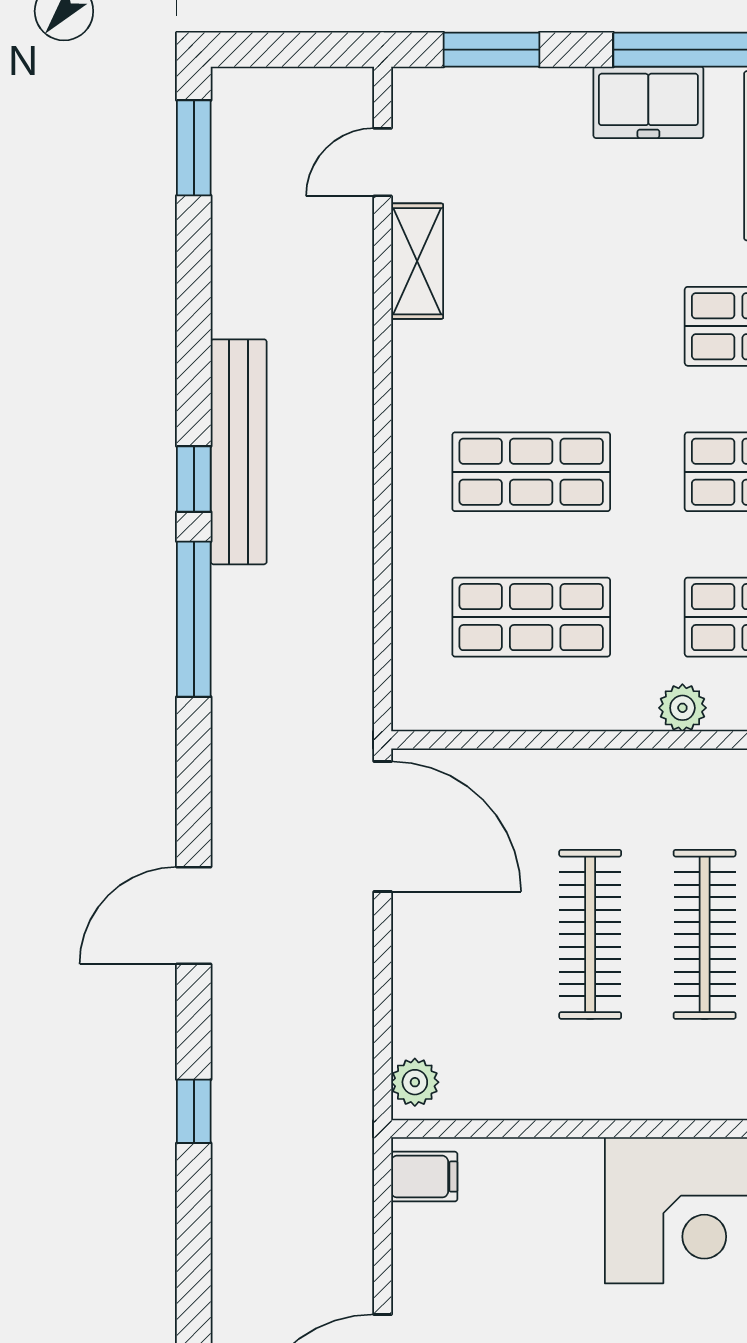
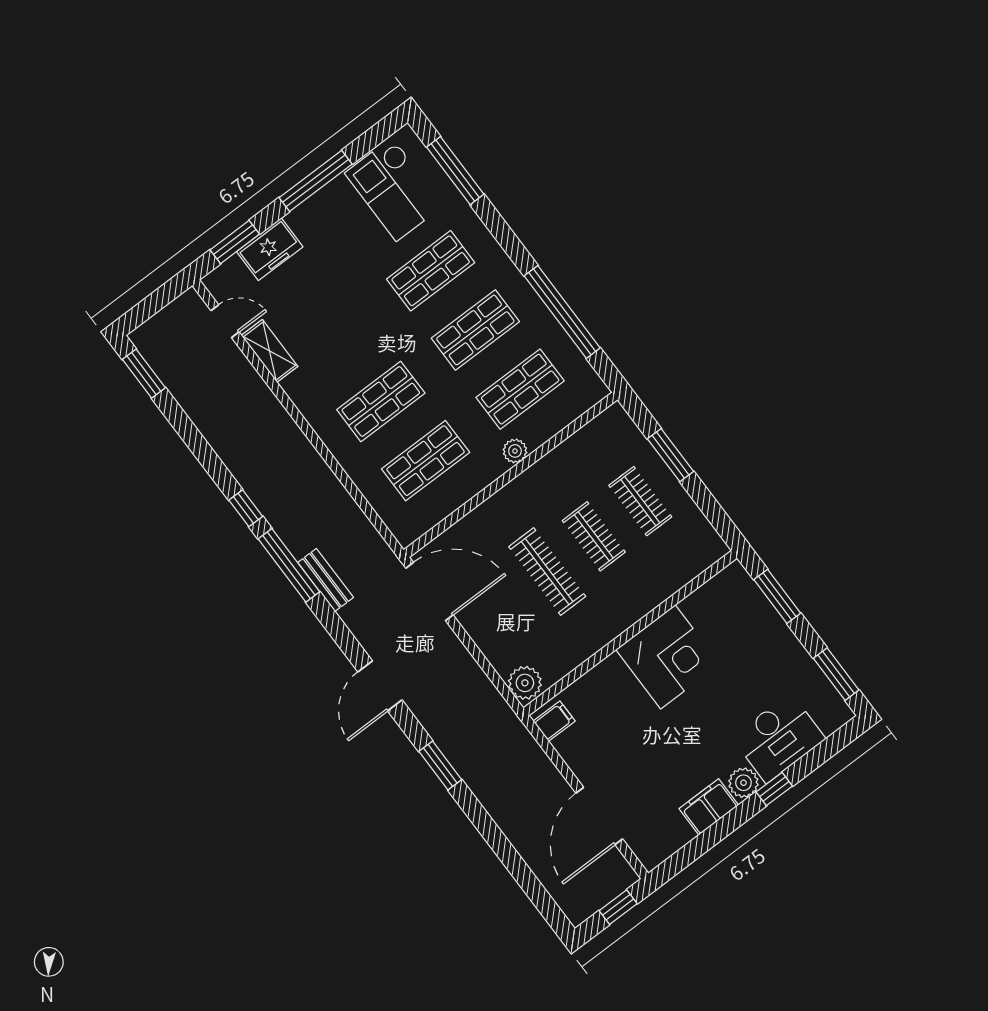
freezer: (648, 102) -> (270, 249), moved
door: (383, 162) -> (225, 321), swing flipped
bench: (239, 452) -> (326, 580), moved, width x0.54, depth x0.82
clothes rail: (705, 934) -> (594, 536), width x0.73
plant: (415, 1082) -> (525, 683), width x1.38, depth x1.38
window: (194, 1111) -> (440, 765), width x1.50

